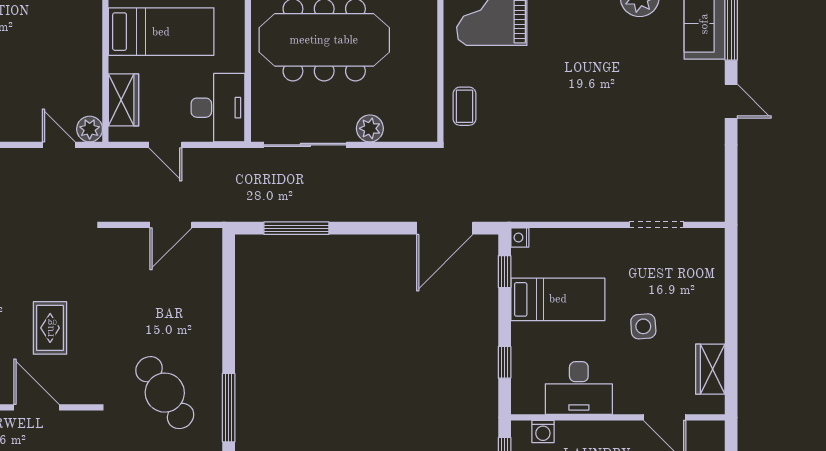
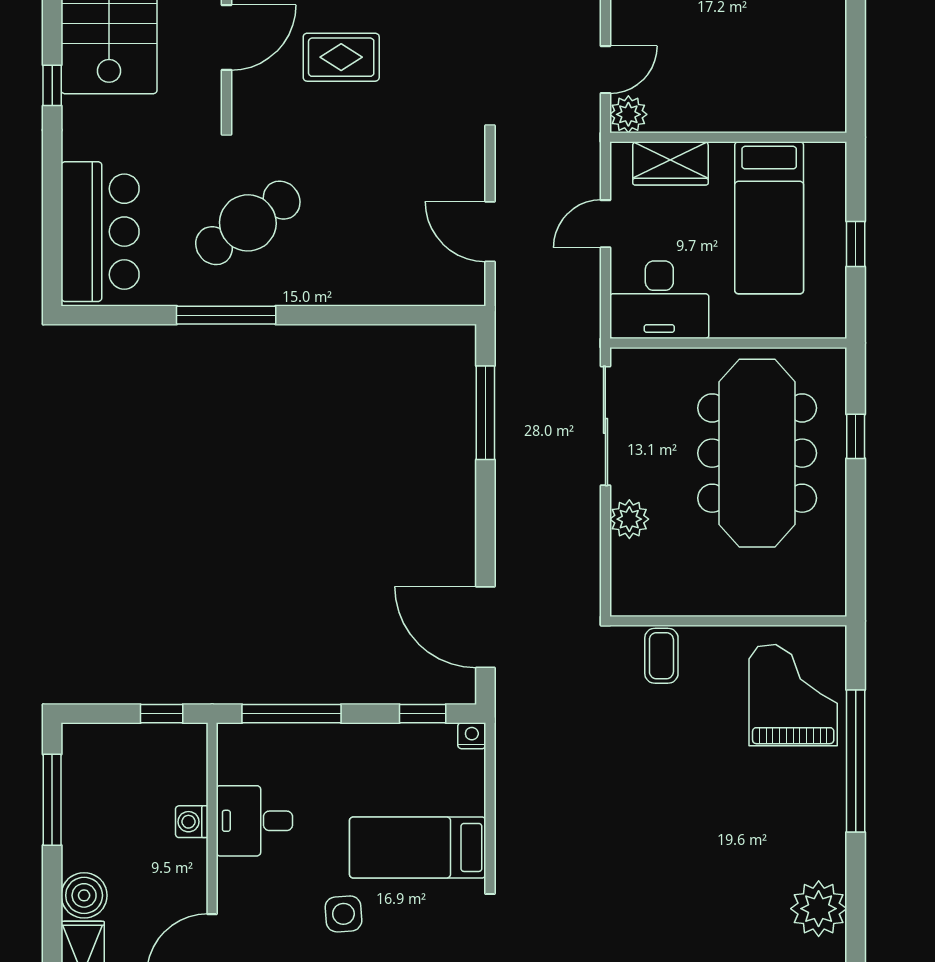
coffee table: (465, 106) -> (661, 656), turned 90
bed: (558, 299) -> (418, 847), moved, turned 90
window: (505, 362) -> (291, 714), width x2.17
desk: (579, 388) -> (254, 821), width x0.73
washing machine: (543, 431) -> (192, 822), moved

